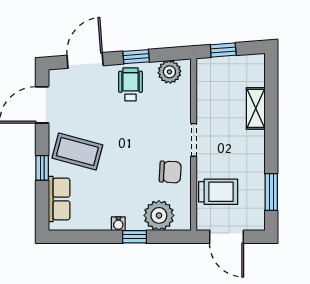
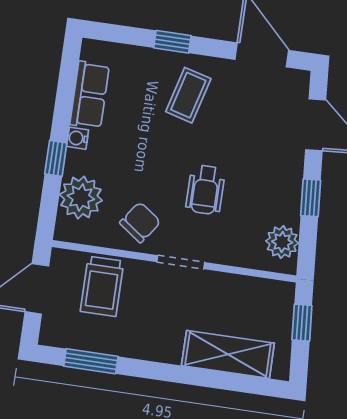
wheelchair: (130, 84) -> (205, 190), moved, turned 90
shelving: (256, 108) -> (228, 354), width x1.50, depth x1.33
coffee table: (77, 151) -> (188, 95), width x0.73, depth x0.77
chair: (170, 172) -> (140, 222), turned -147
row of seats: (59, 199) -> (90, 95), moved, turned -90

